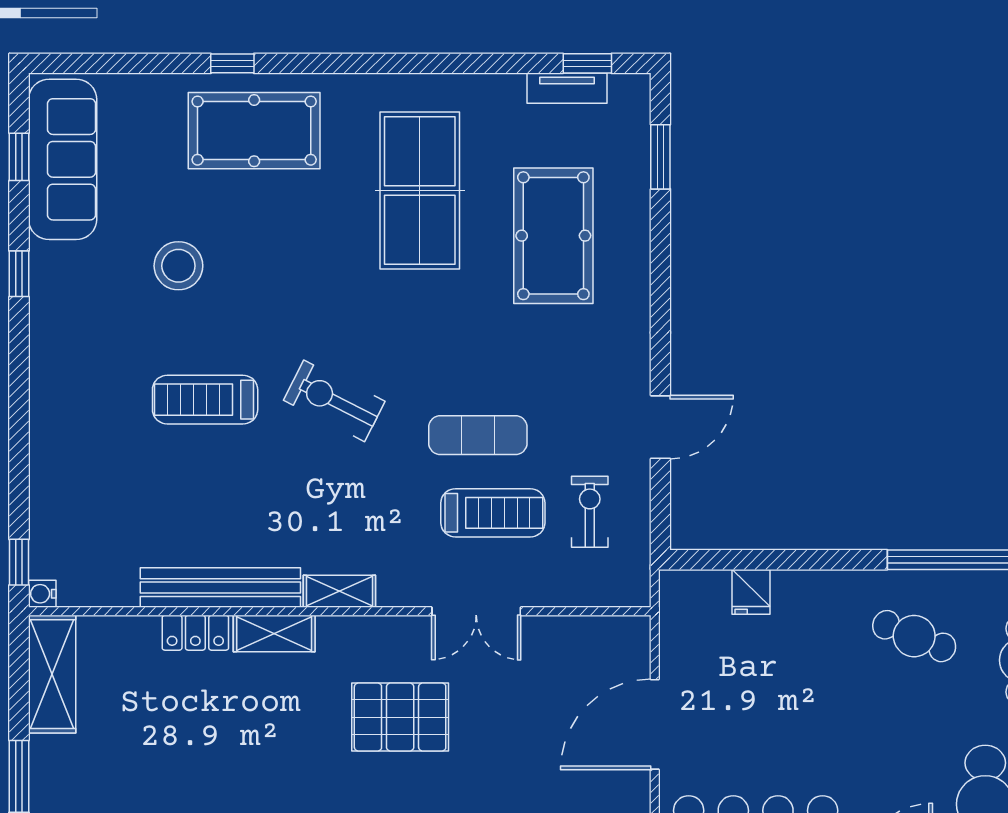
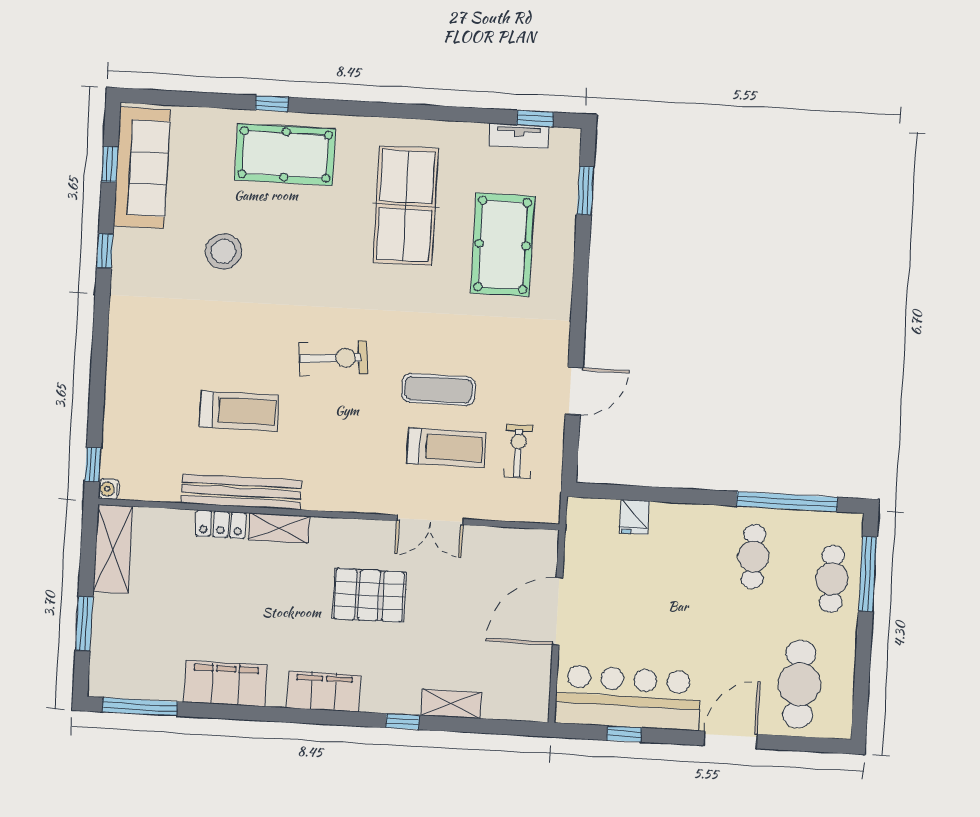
treadmill: (205, 400) -> (239, 411), moved, turned 180
exercise bike: (334, 401) -> (333, 358), turned 148
shelving: (339, 591) -> (329, 499), removed
cafe table: (914, 636) -> (754, 557), turned 68

